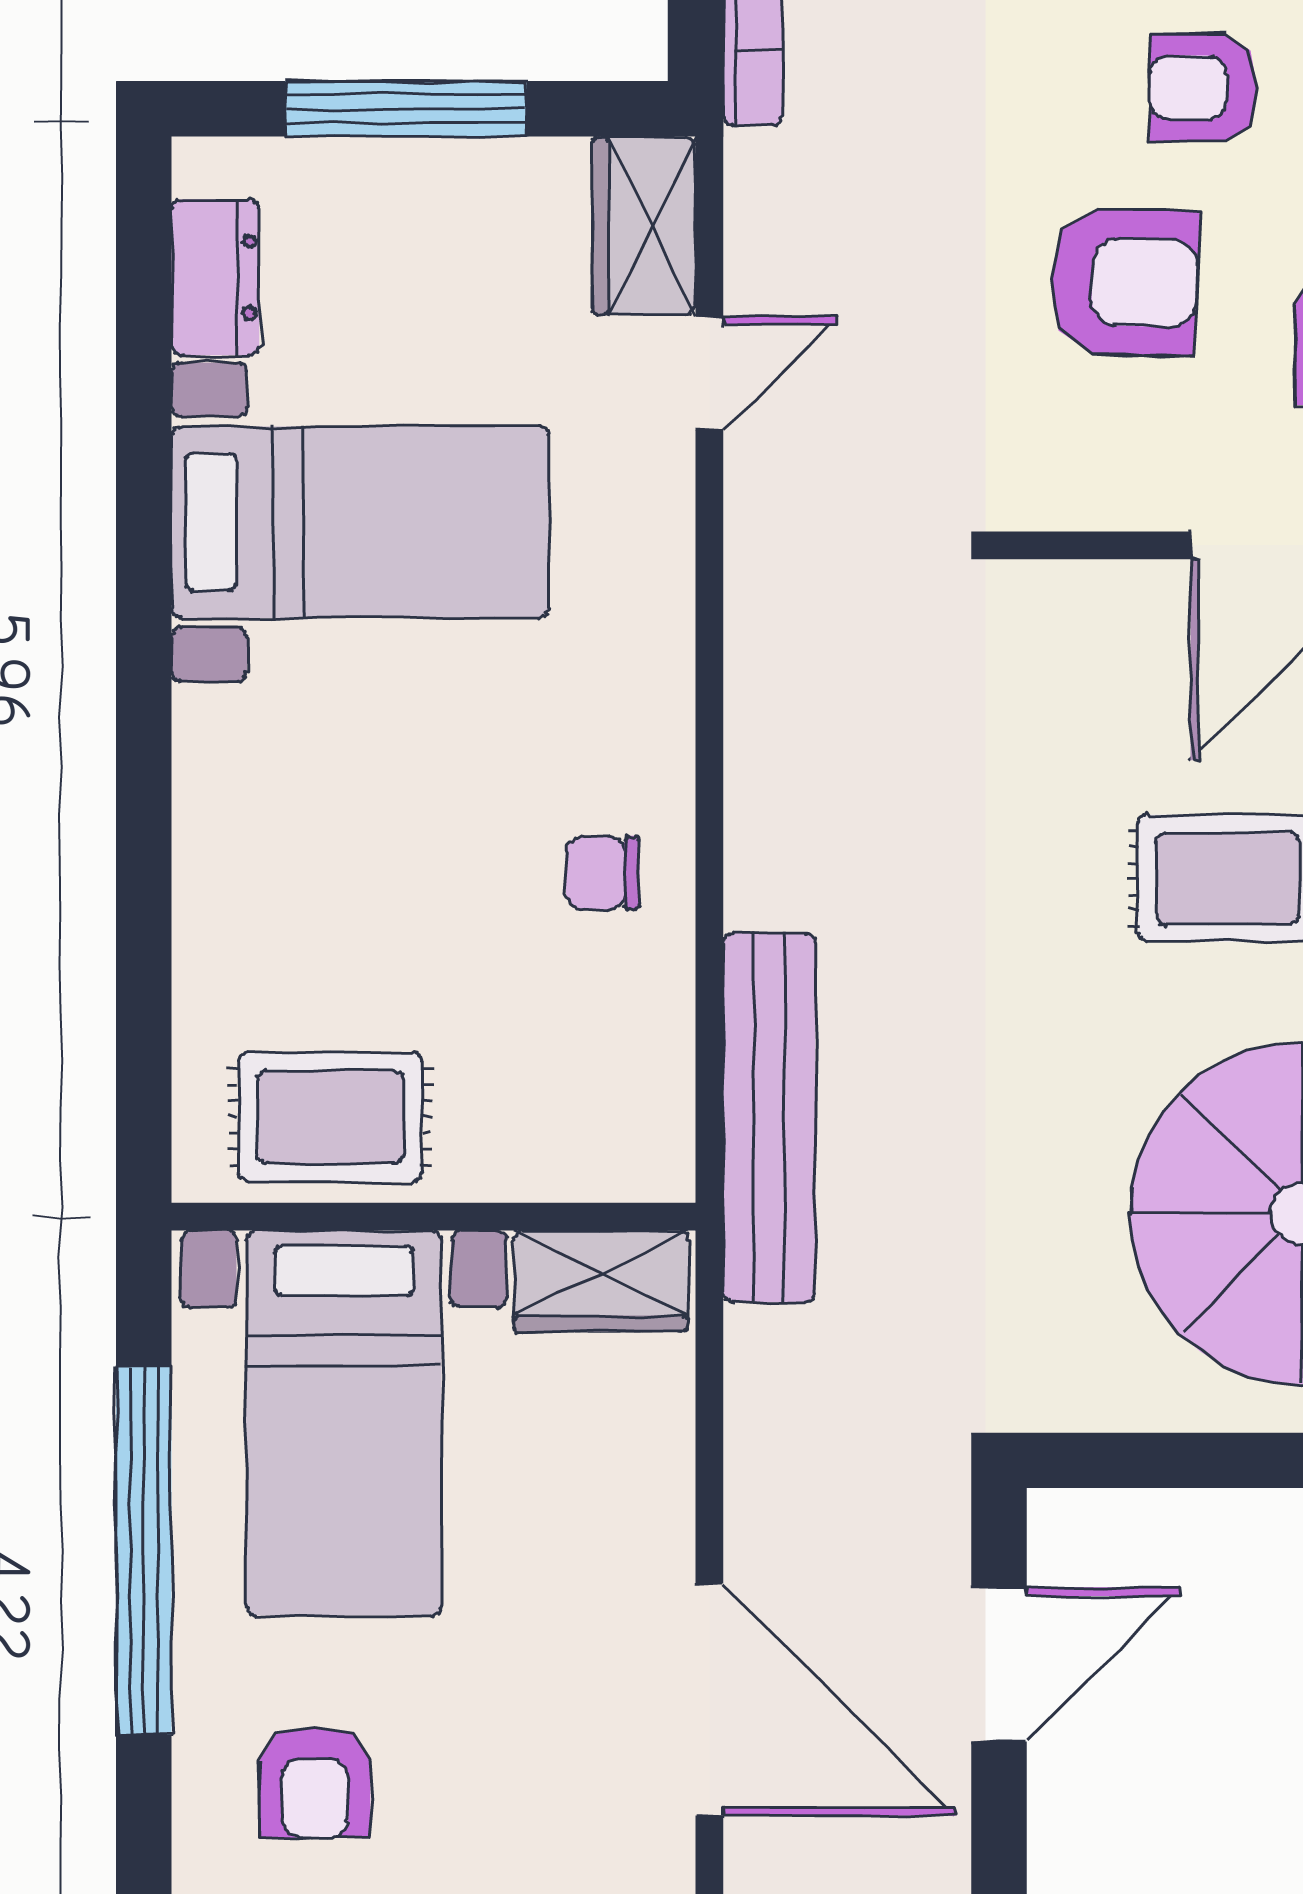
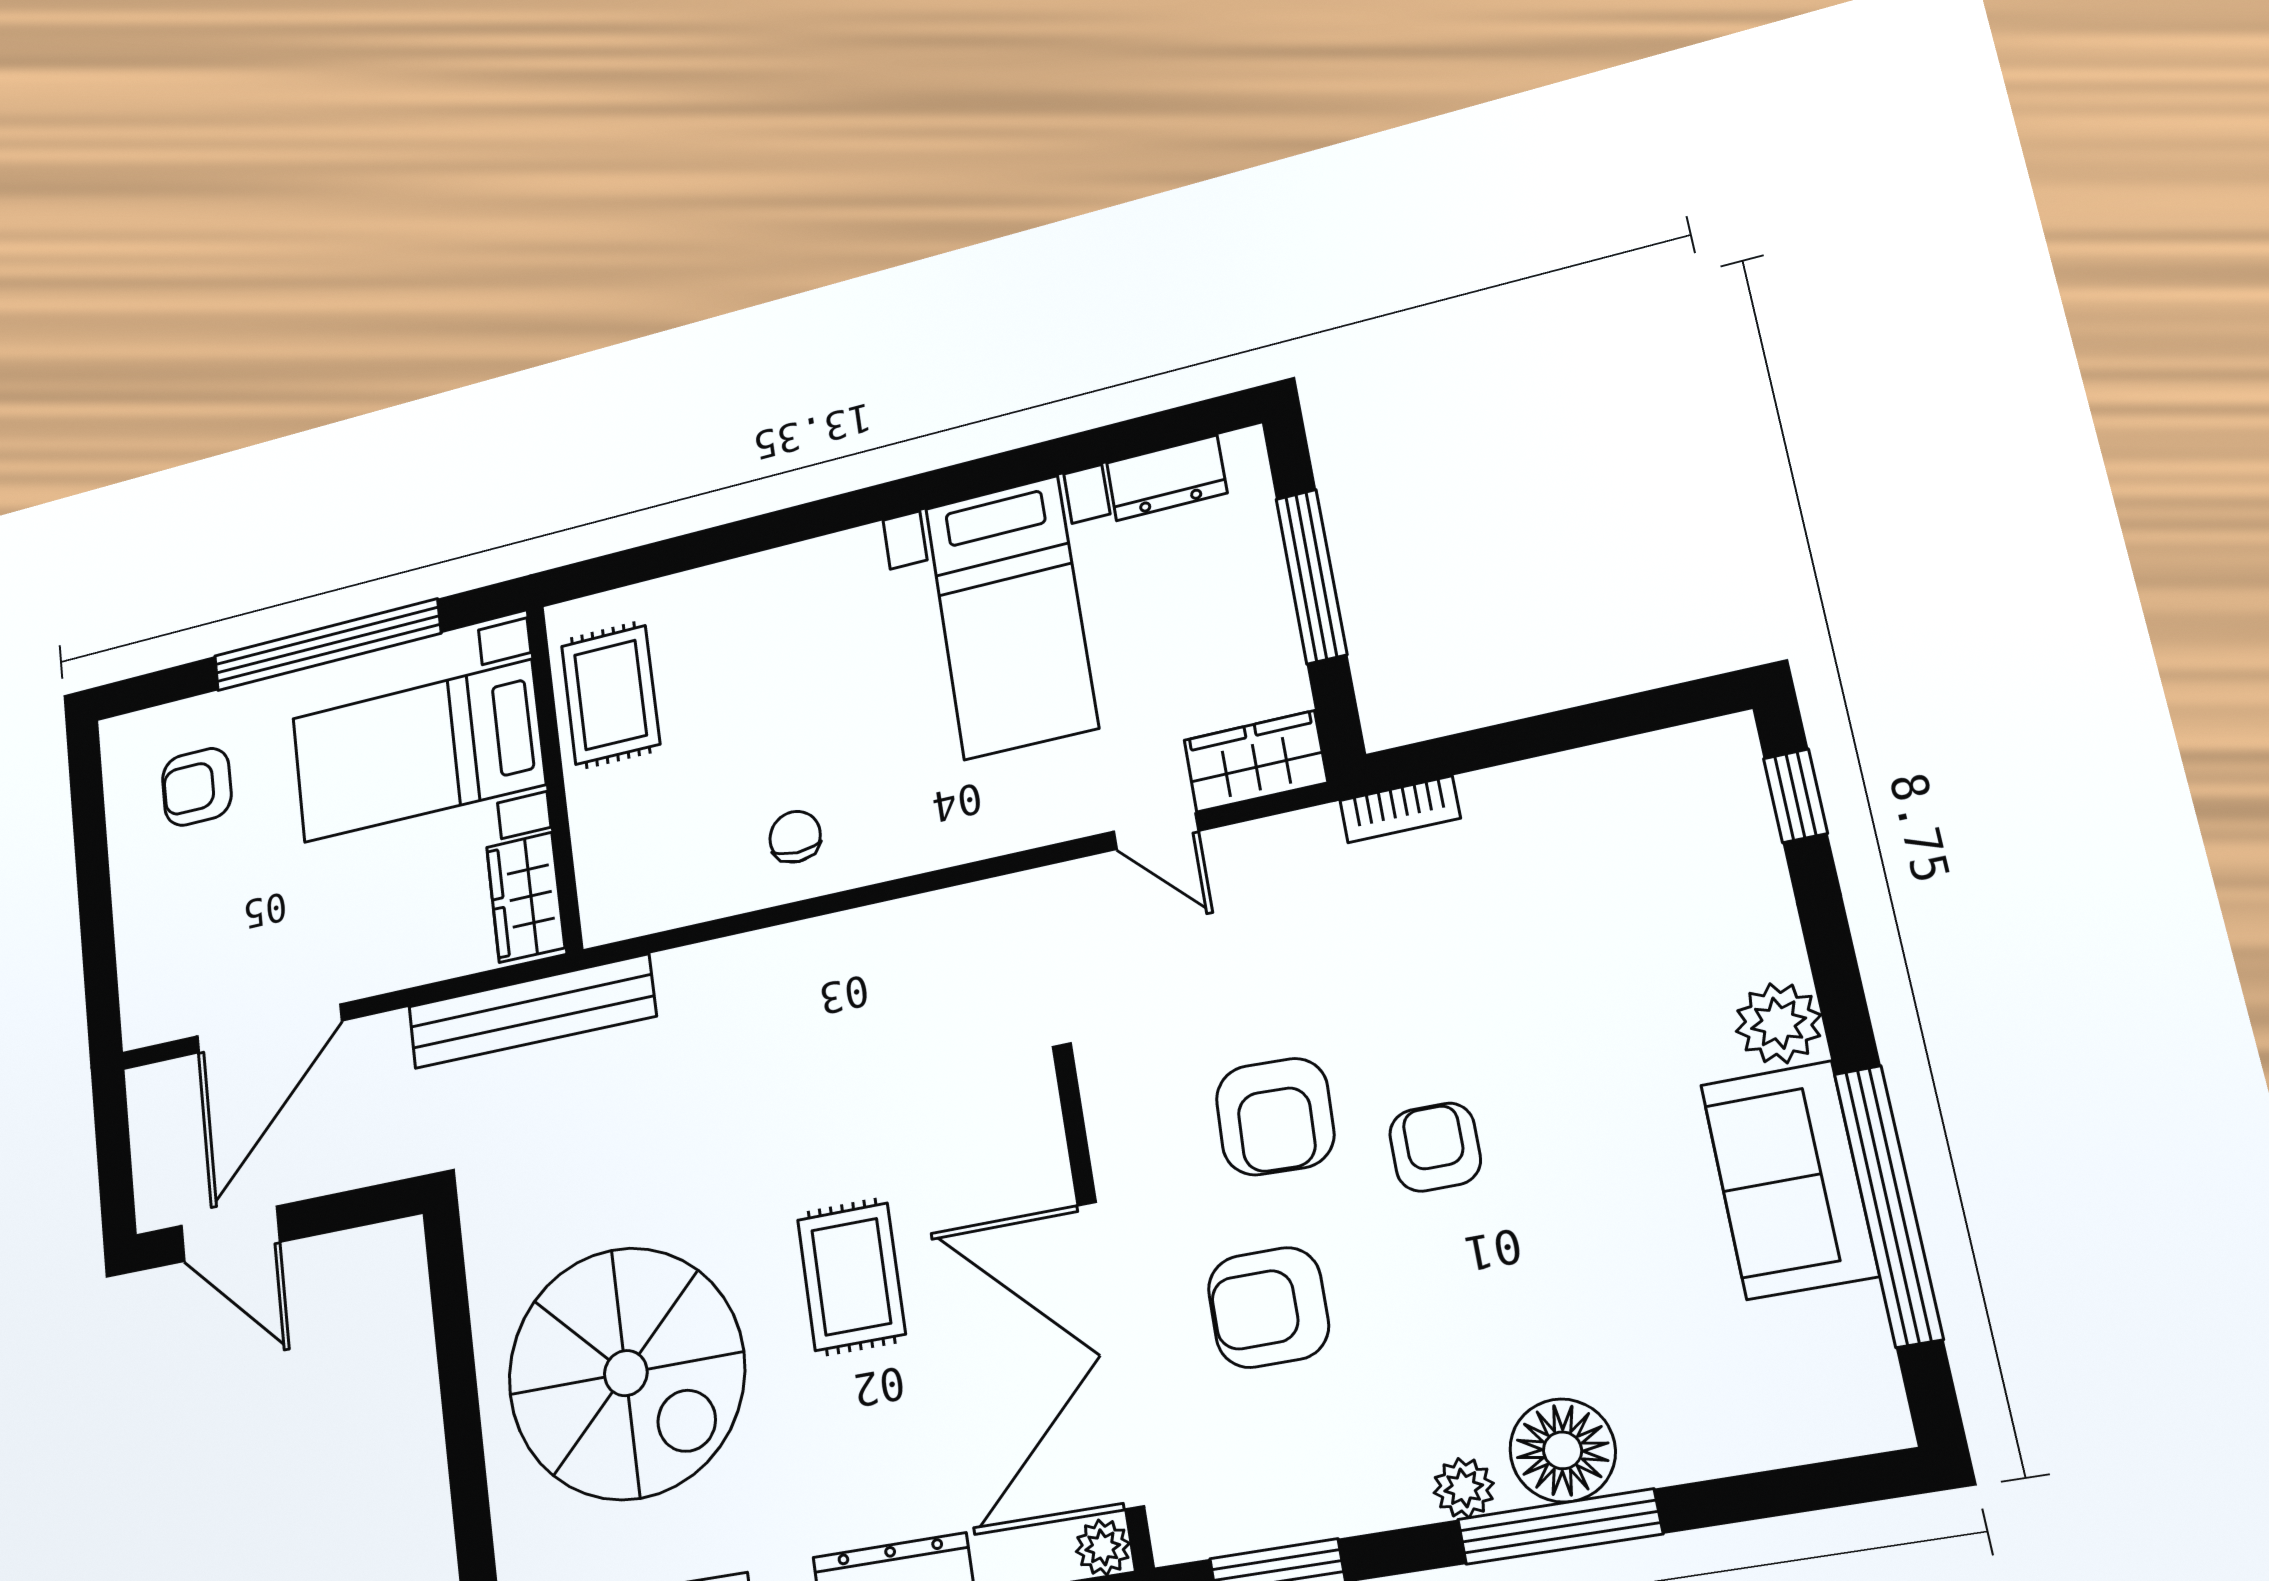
bench: (769, 1117) -> (531, 1011), moved
door: (999, 1664) -> (230, 1234), moved

